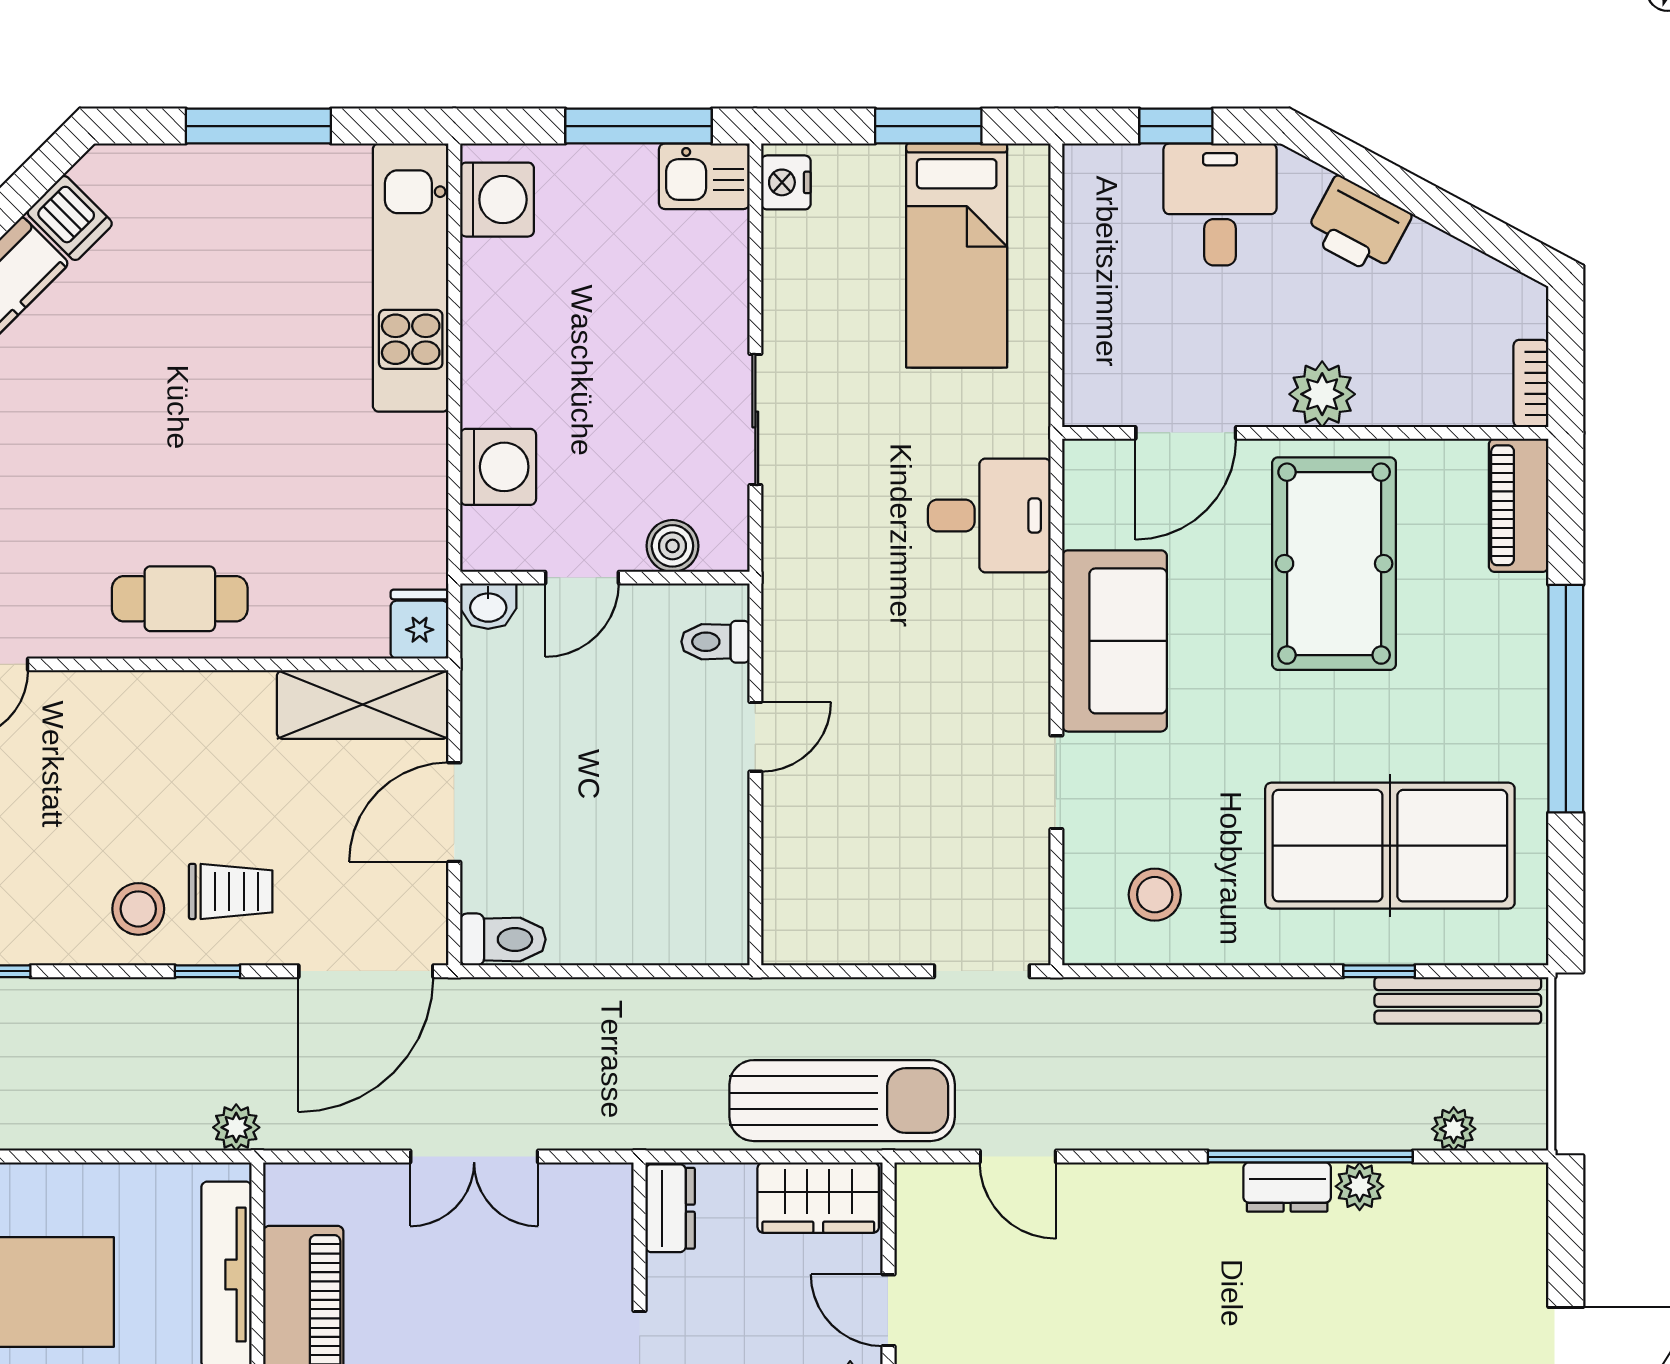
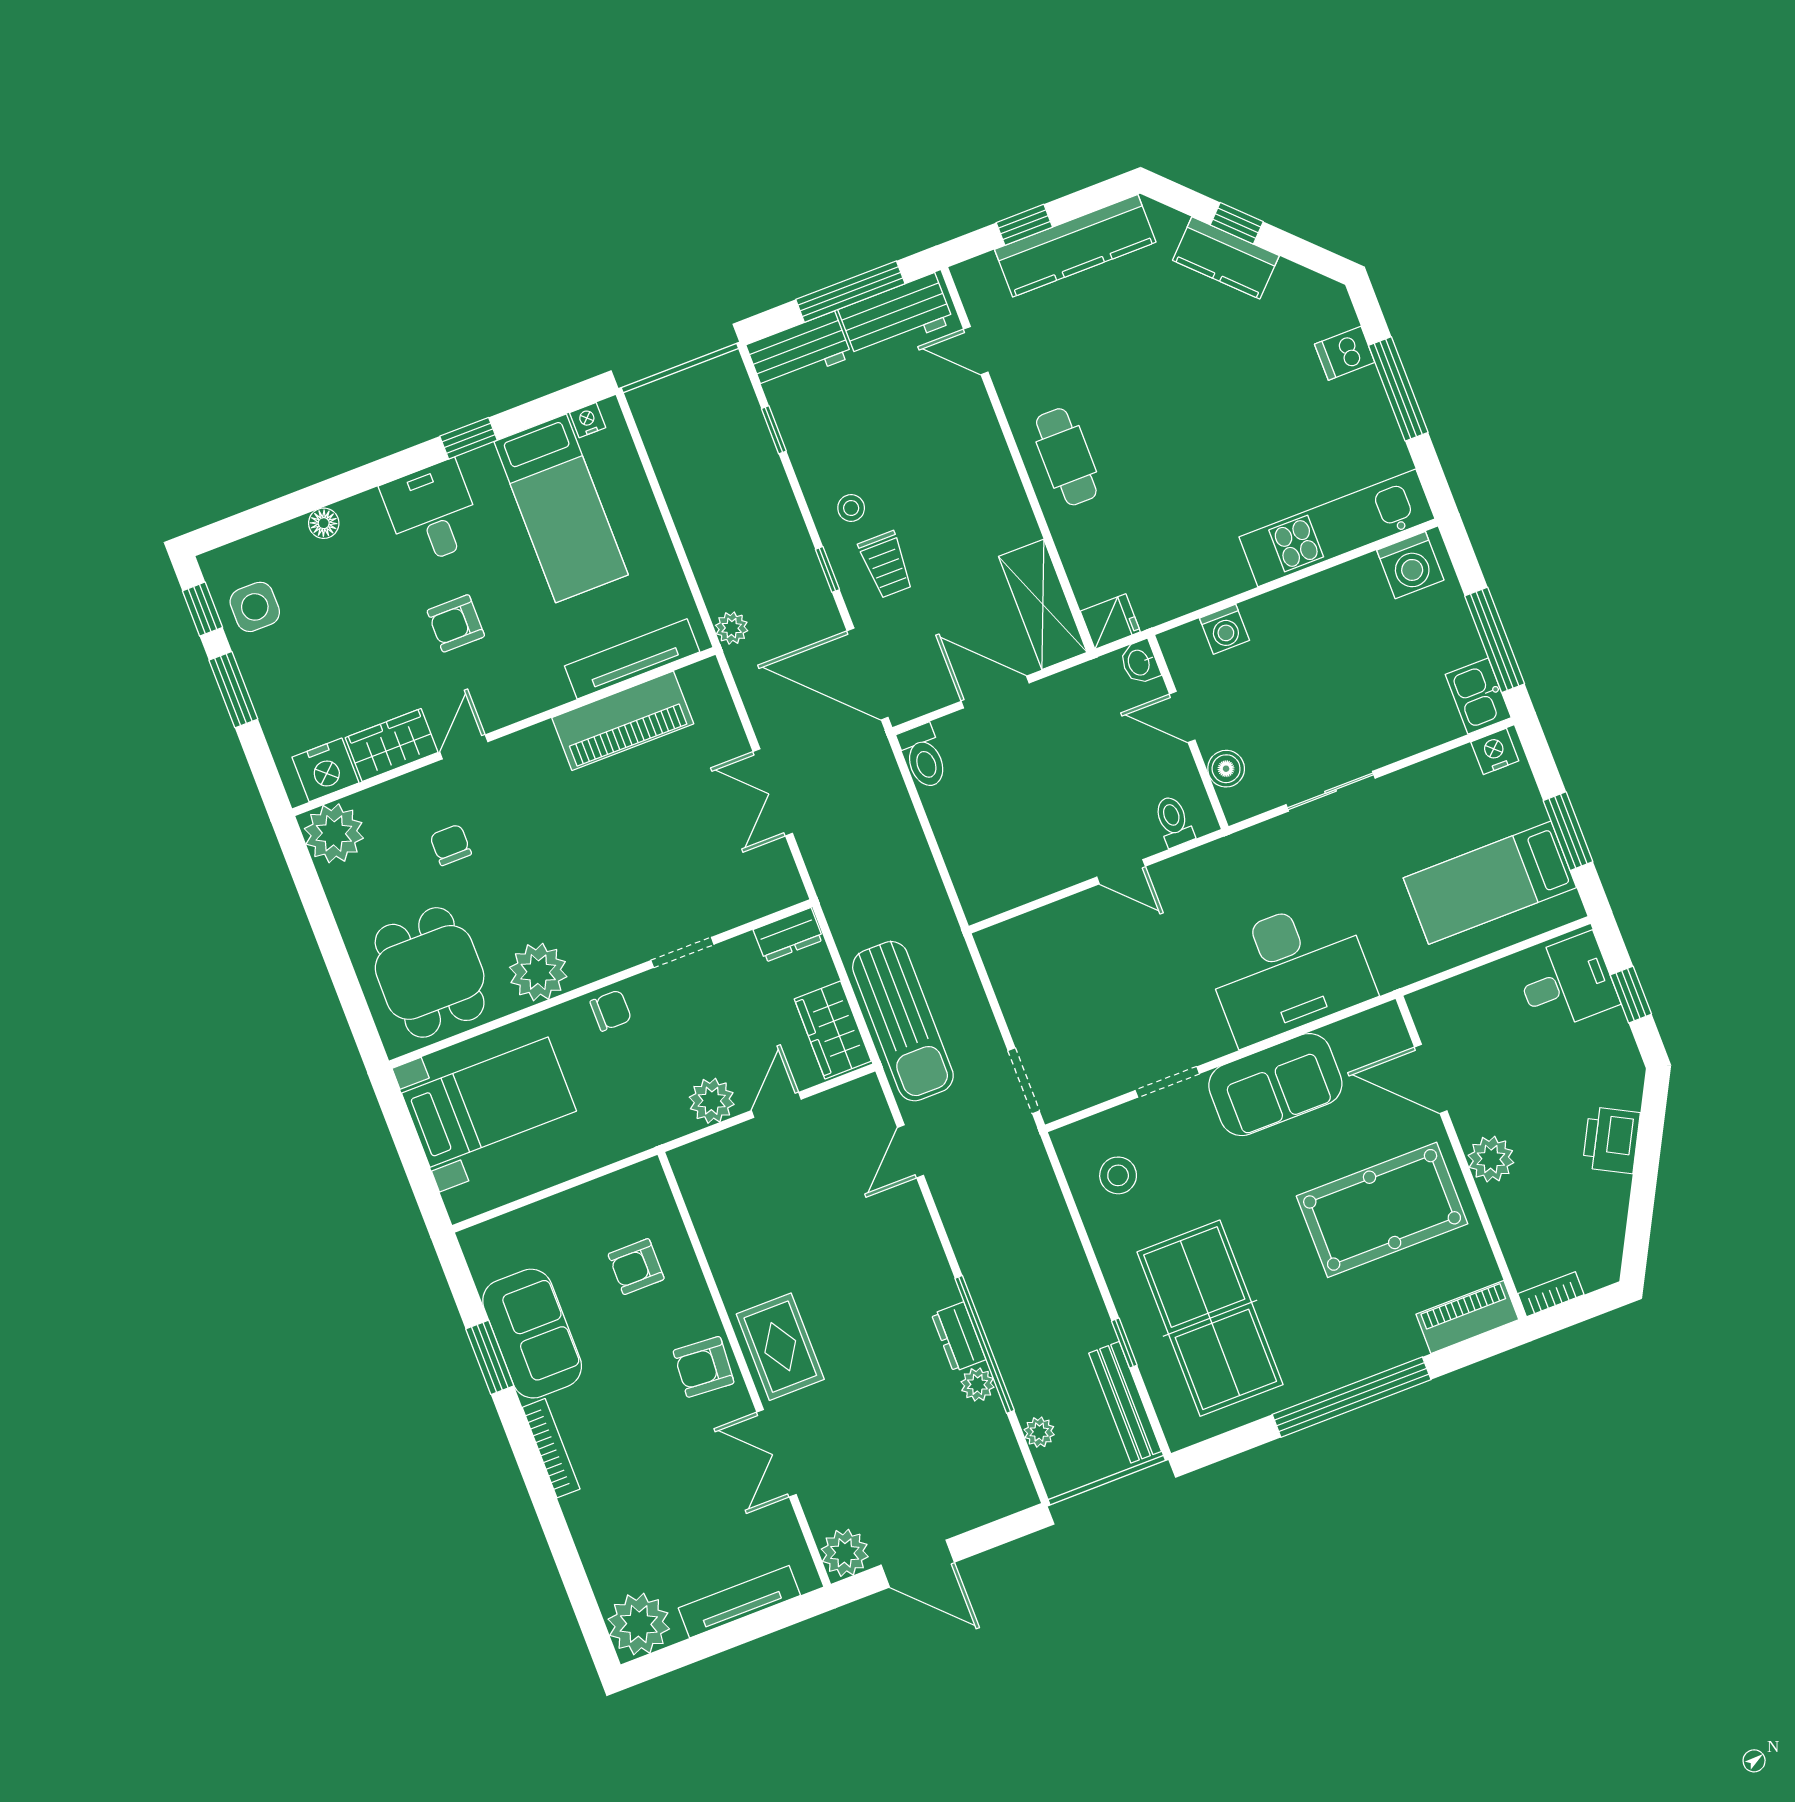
desk: (1220, 204) -> (1567, 982), moved
dishwasher: (70, 218) -> (1345, 353), moved, turned 45
washing machine: (498, 467) -> (1225, 629), width x0.73, depth x0.73
desk: (989, 515) -> (1289, 970), width x1.87, depth x1.30
stool: (138, 909) -> (851, 508), width x0.73, depth x0.73

